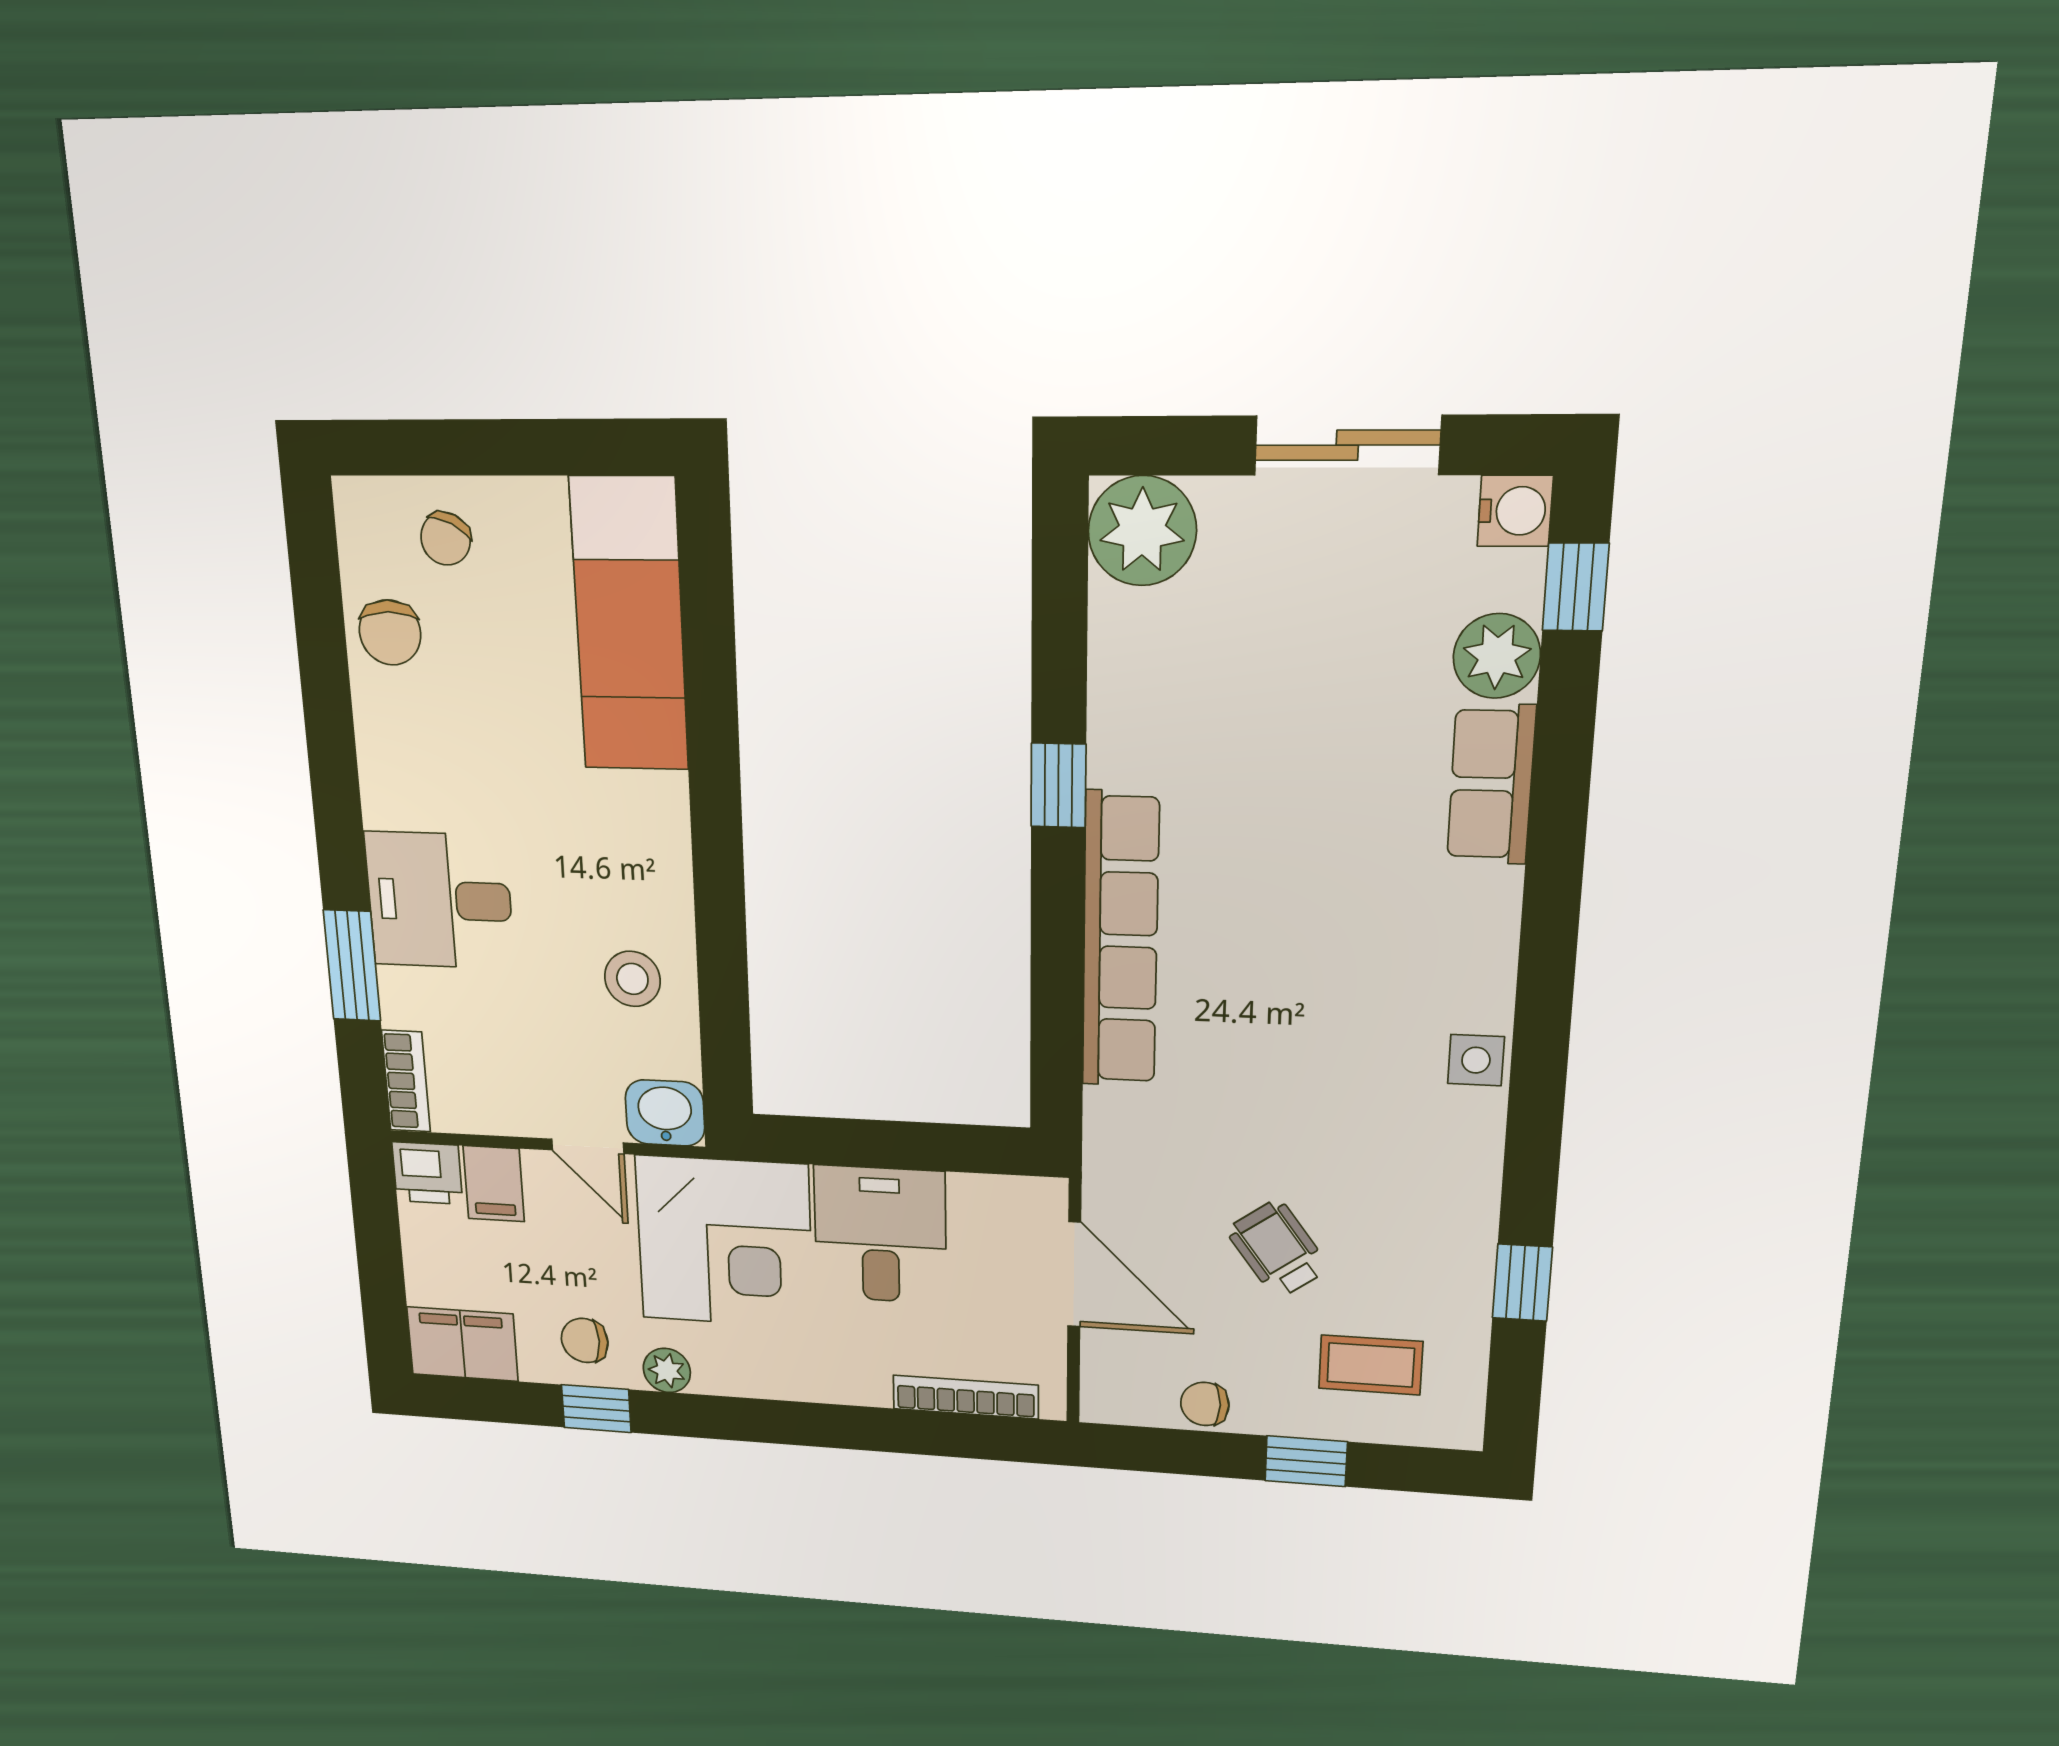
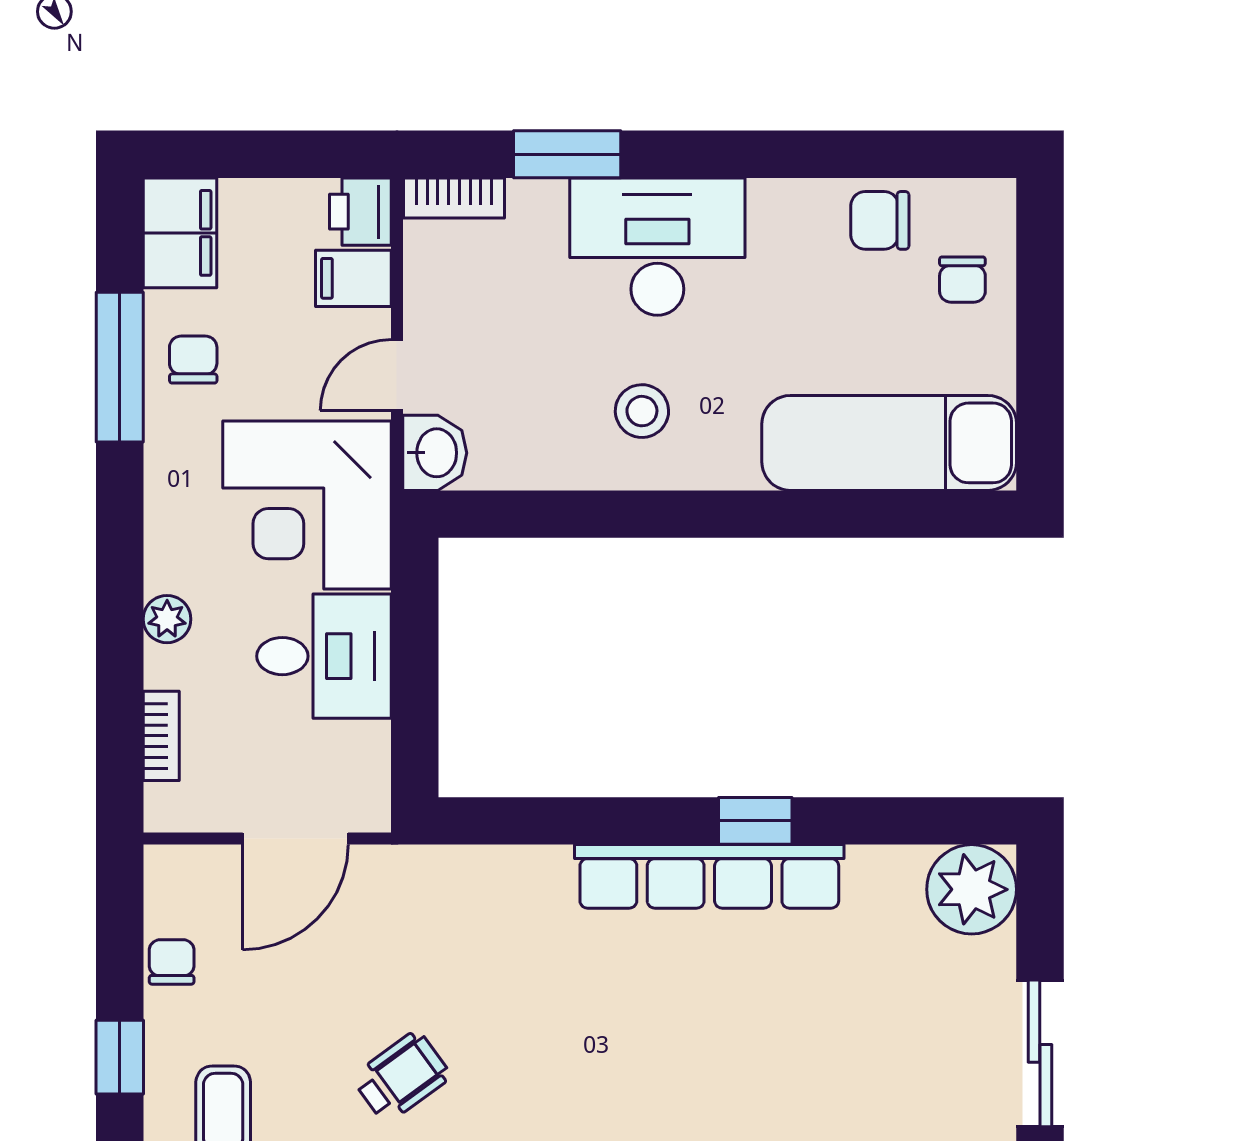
chair: (446, 539) -> (962, 280), turned -117
desk: (439, 900) -> (657, 247), width x1.37
row of seats: (1120, 941) -> (709, 876), moved
stool: (632, 979) -> (642, 411), moved
wheelchair: (1278, 1249) -> (401, 1077), moved
plant: (667, 1370) -> (167, 619), moved
bookcase: (966, 1397) -> (161, 736), width x0.64
window: (596, 1409) -> (120, 367), width x2.17

